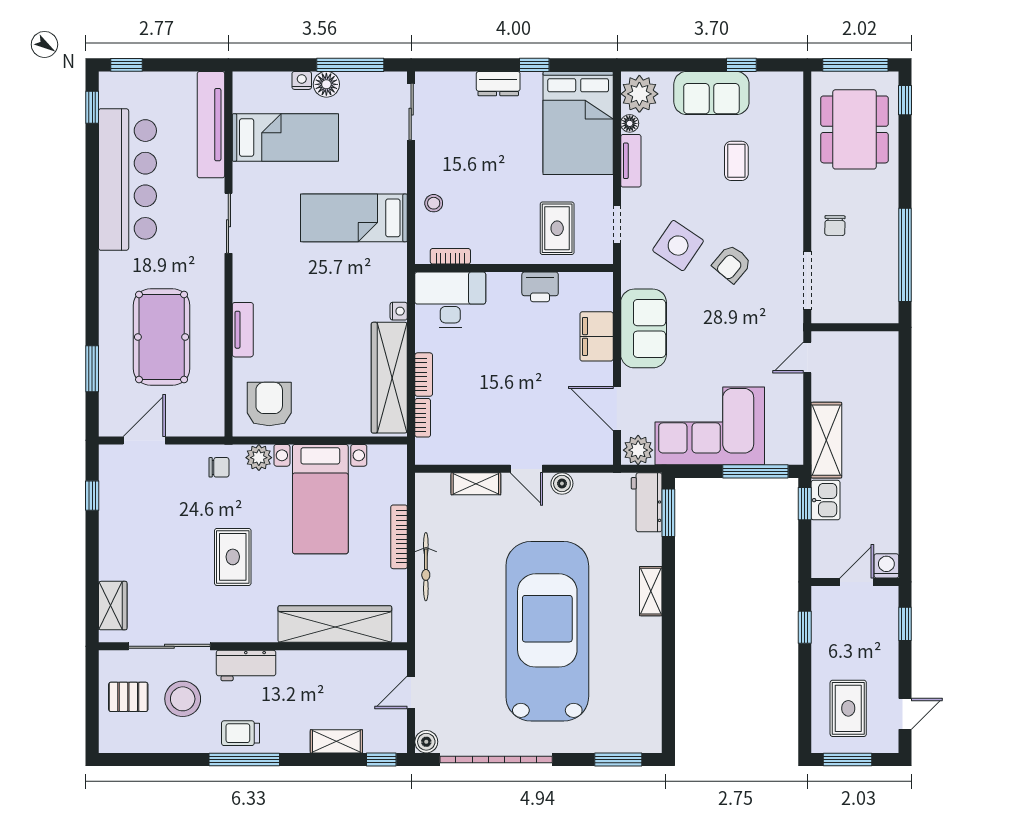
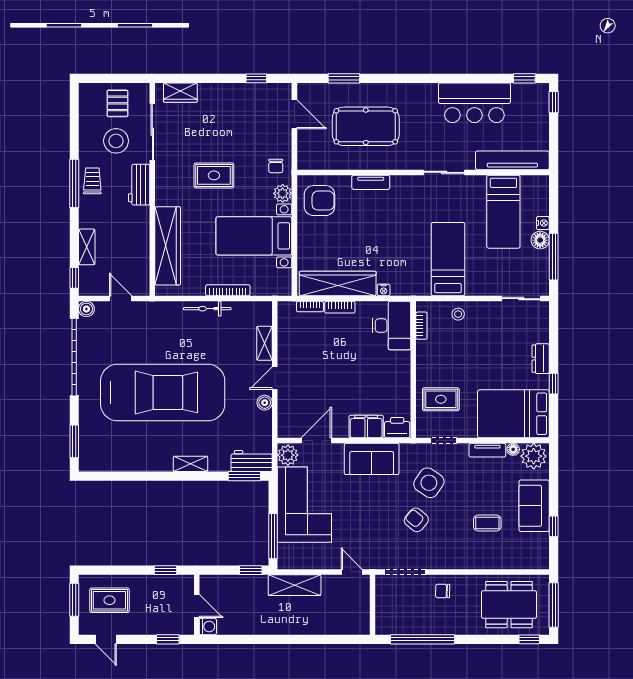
bar counter: (127, 179) -> (474, 103), width x0.73
printer: (540, 287) -> (397, 428), moved, turned 90
kitchen sink: (826, 500) -> (253, 585), removed

